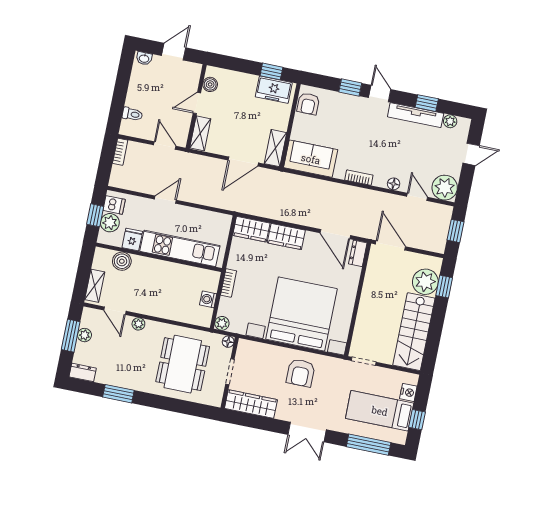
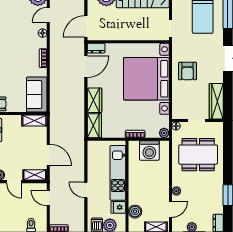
door: (165, 146) -> (48, 198), hinge flipped
door: (243, 161) -> (48, 155), moved
washing machine: (208, 299) -> (149, 151), width x1.89, depth x1.89
armchair: (301, 373) -> (188, 71), turned 90

